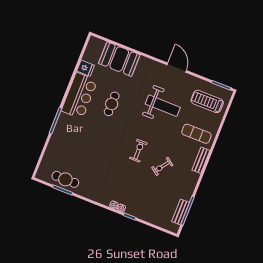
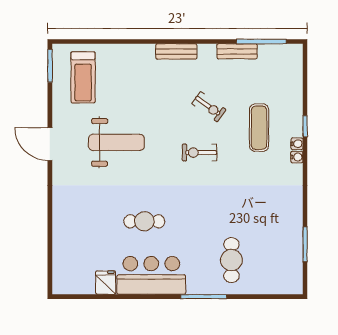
booth: (119, 59) -> (72, 237), removed
door: (177, 68) -> (50, 144), hinge flipped
weight bench: (163, 106) -> (116, 142), turned 90
exercise mat: (196, 134) -> (259, 128), moved
cafe table: (65, 179) -> (231, 260), moved
bench: (181, 212) -> (237, 51), moved

